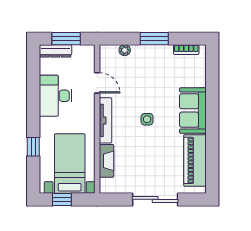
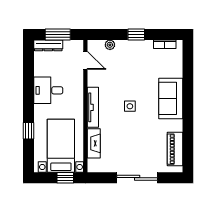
window: (154, 39) -> (136, 34), width x0.67
door: (97, 83) -> (85, 60), moved
desk: (55, 96) -> (48, 90), width x0.73
piano: (195, 160) -> (175, 149), width x0.73, depth x0.75
window: (62, 199) -> (65, 178), moved

